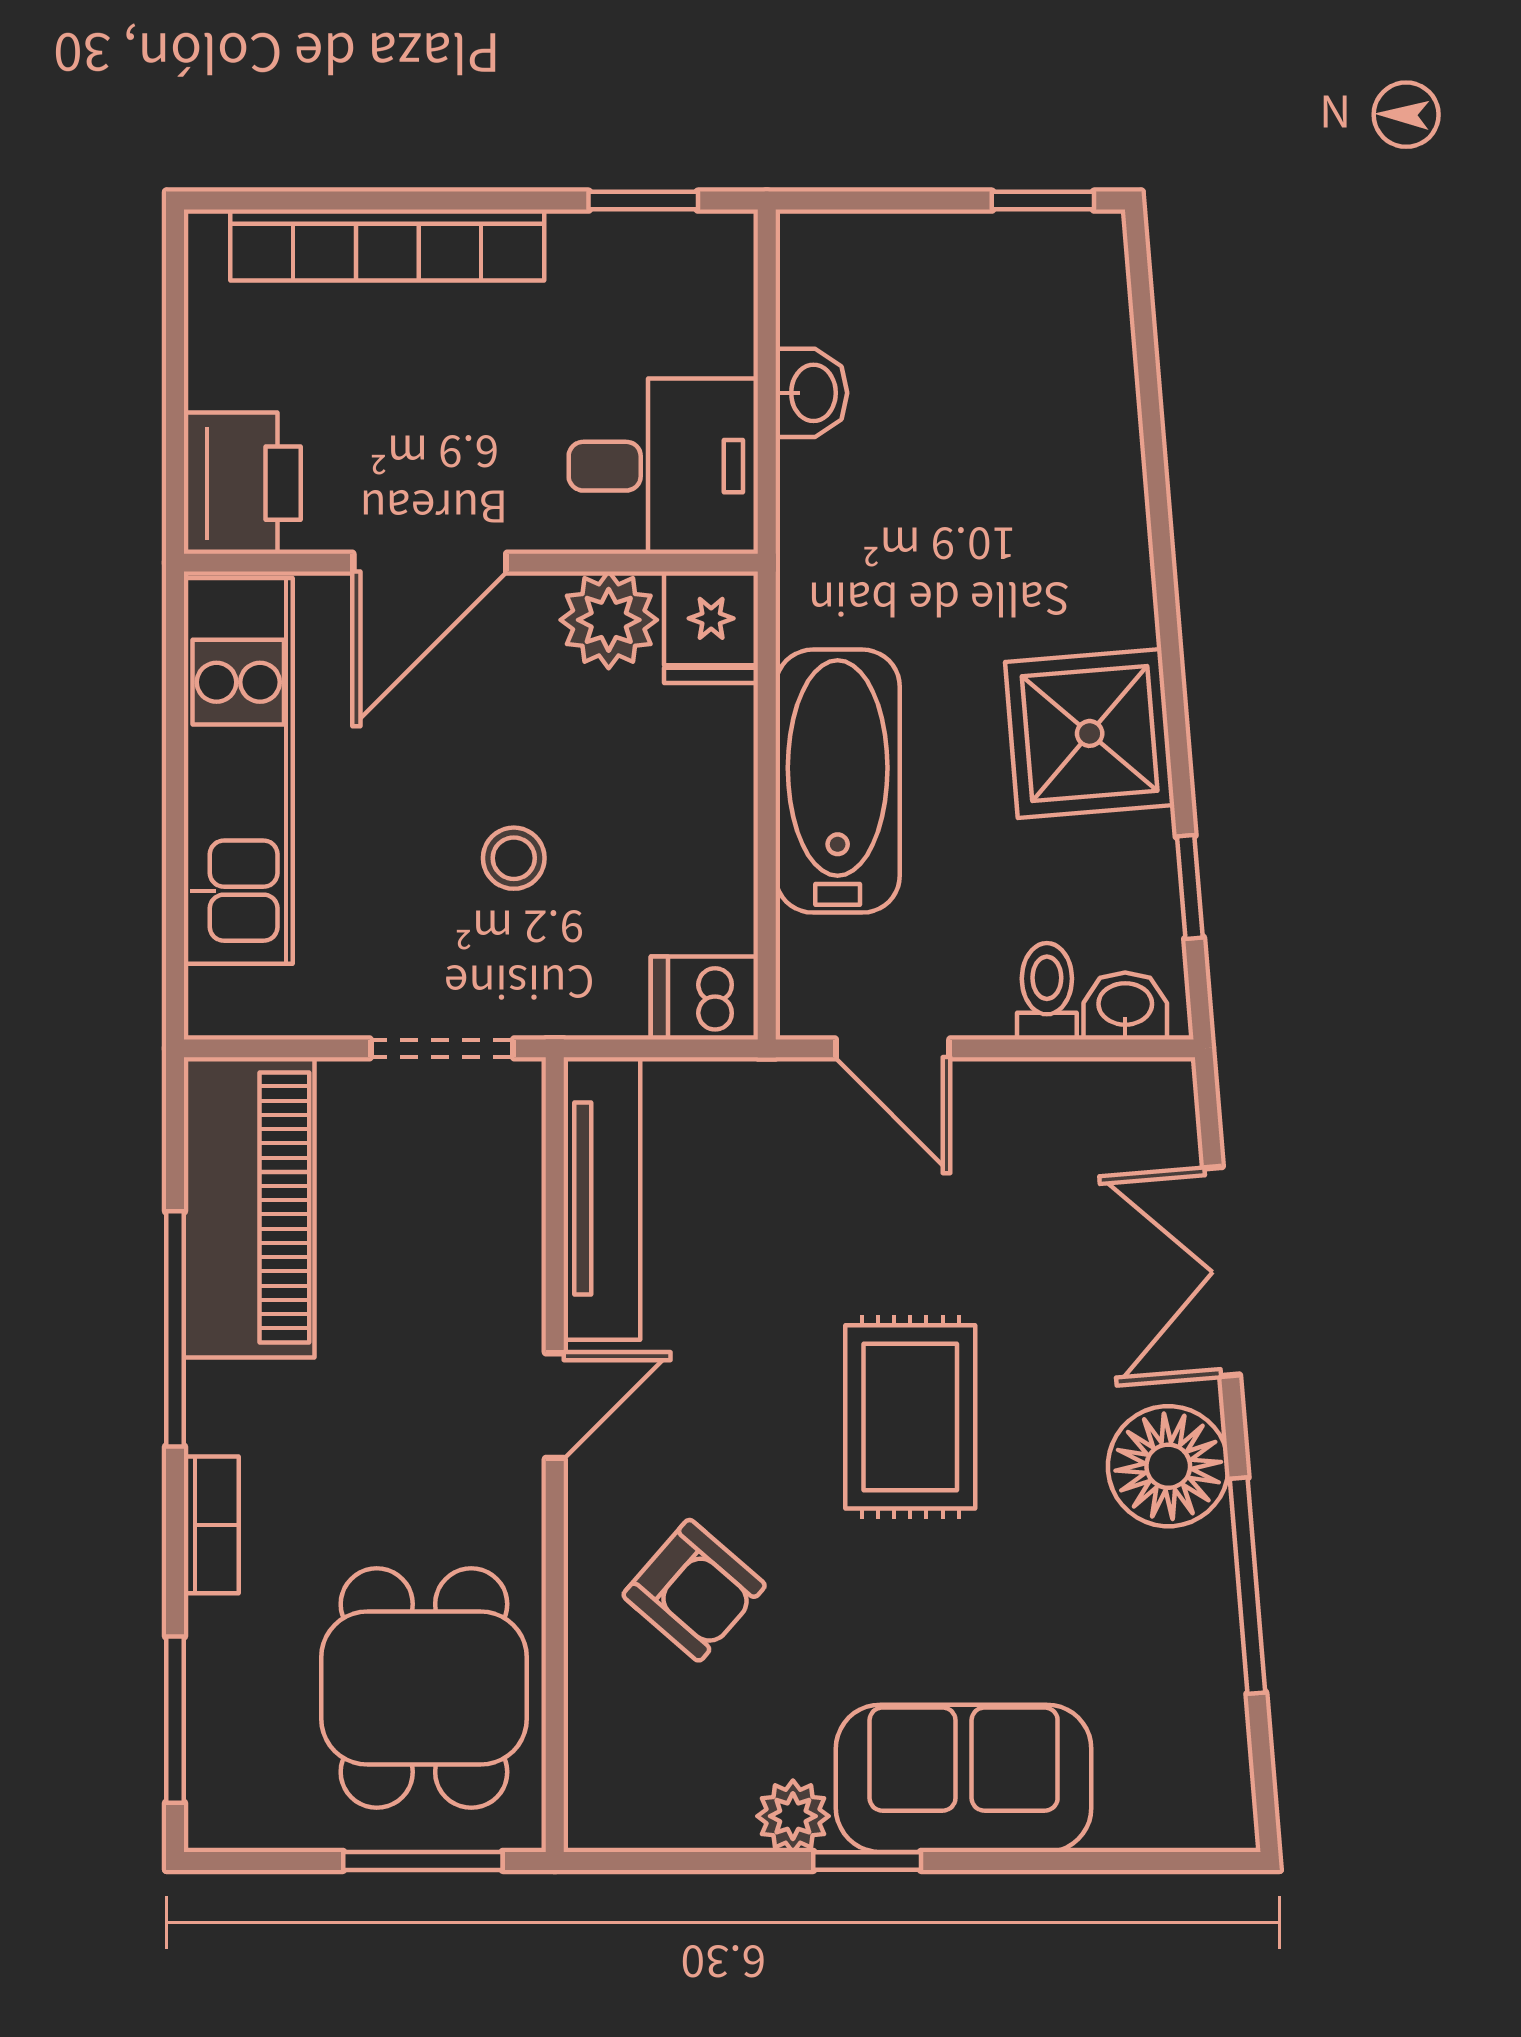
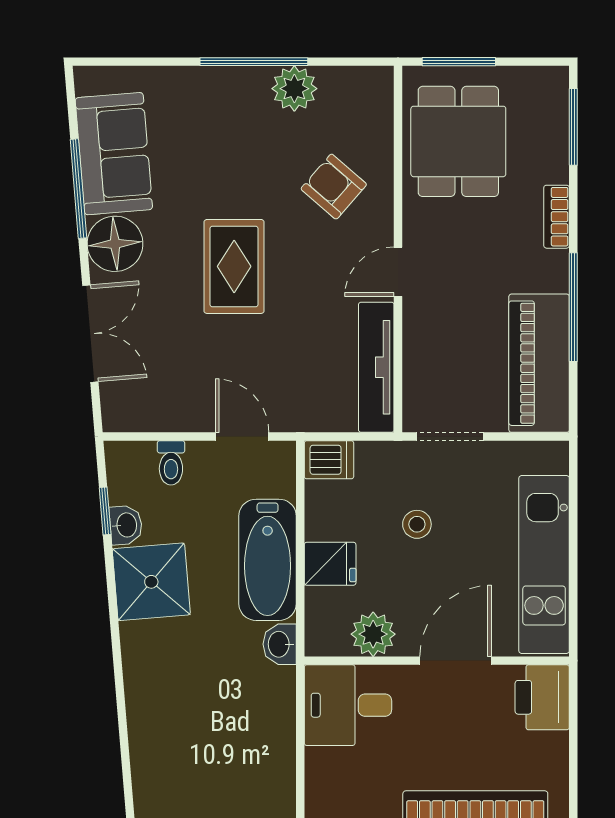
washbasin: (811, 393) -> (280, 644), moved
fridge: (711, 627) -> (330, 564), moved, turned 90
washbasin: (1125, 1006) -> (126, 525), moved, turned -95
sofa: (964, 1778) -> (114, 154), moved, turned -95
plant: (793, 1816) -> (294, 89), width x1.38, depth x1.38
window: (867, 1861) -> (254, 62), width x2.17

